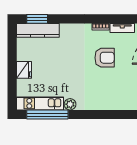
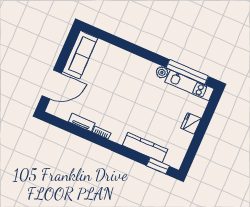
kitchen counter: (38, 30) -> (145, 147), moved
armchair: (105, 58) -> (110, 102), removed

